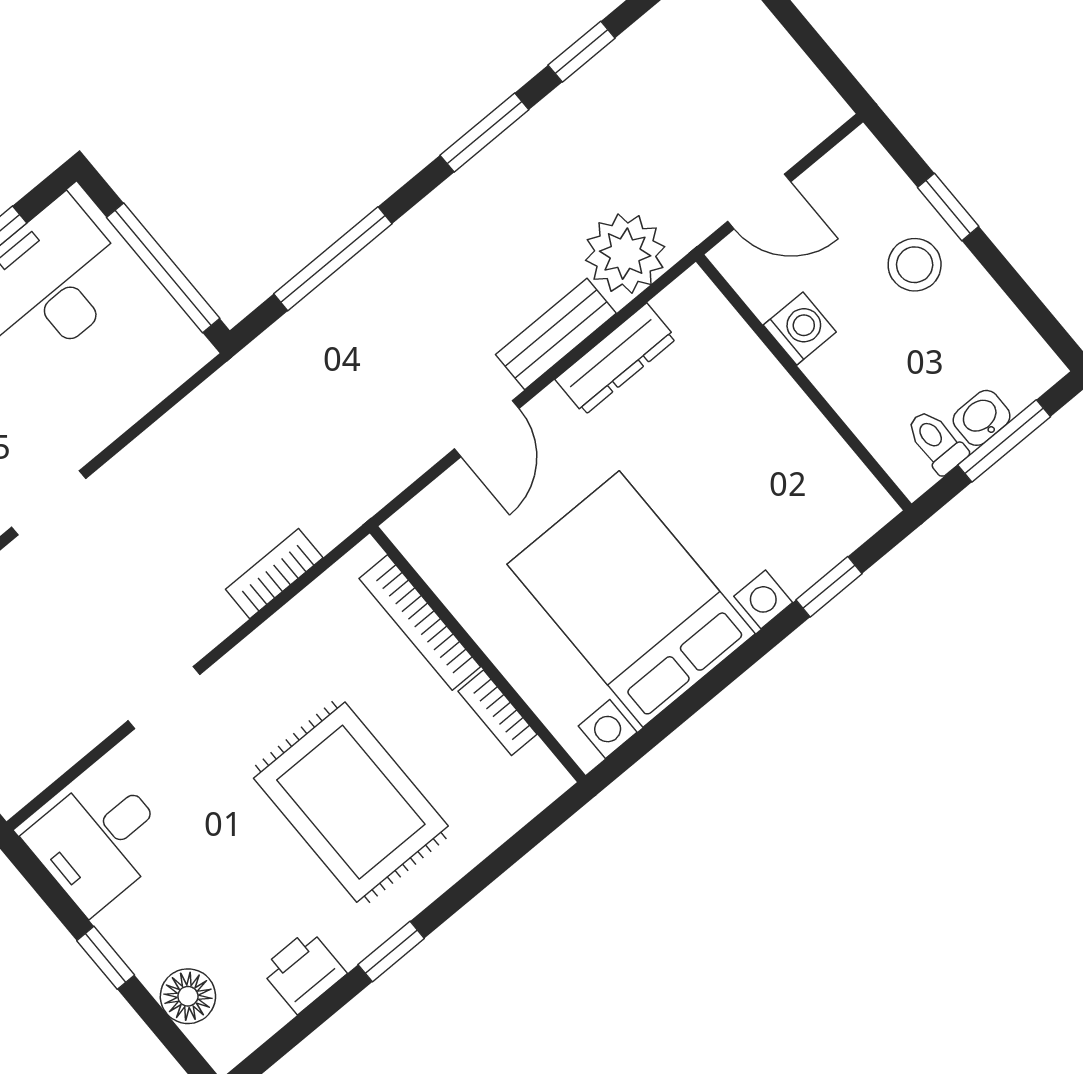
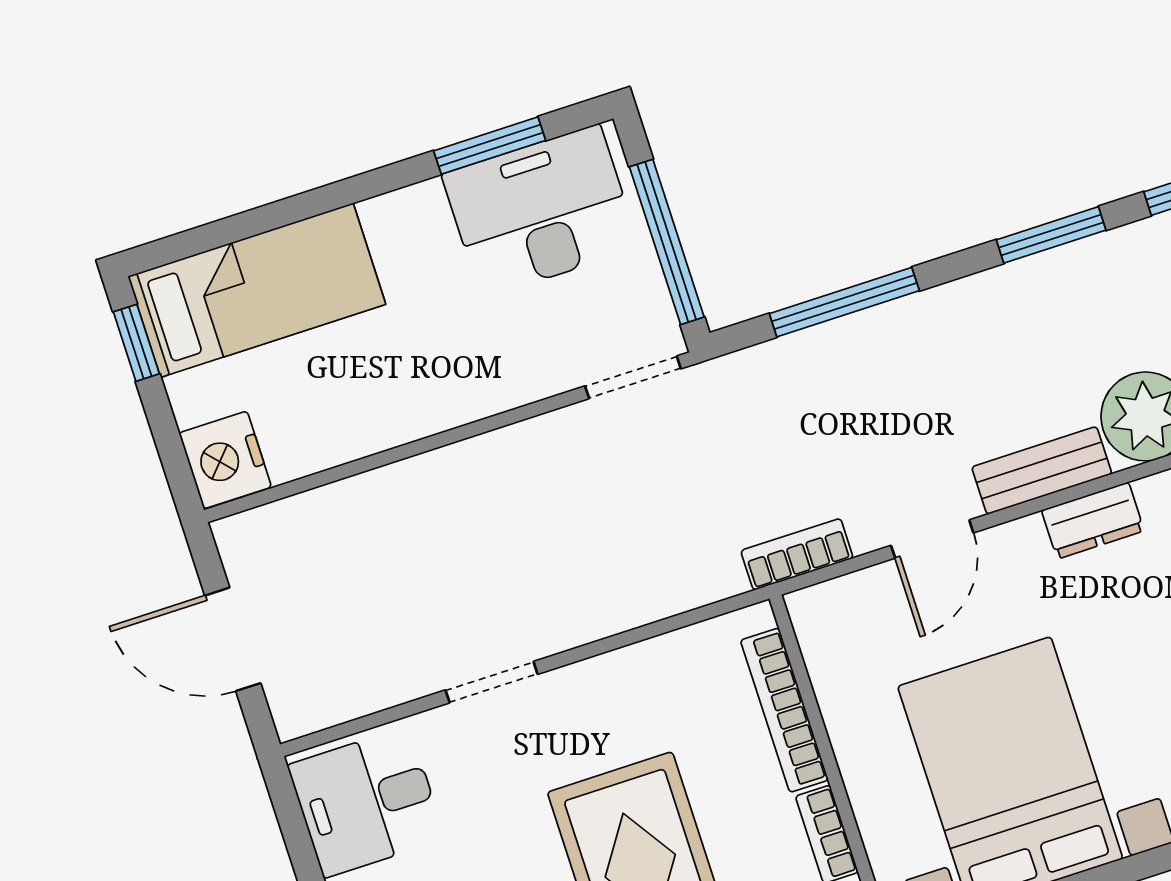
dresser: (616, 359) -> (1093, 521), width x0.70
doorway: (49, 503) -> (633, 377), moved
bookcase: (274, 574) -> (797, 554), moved

